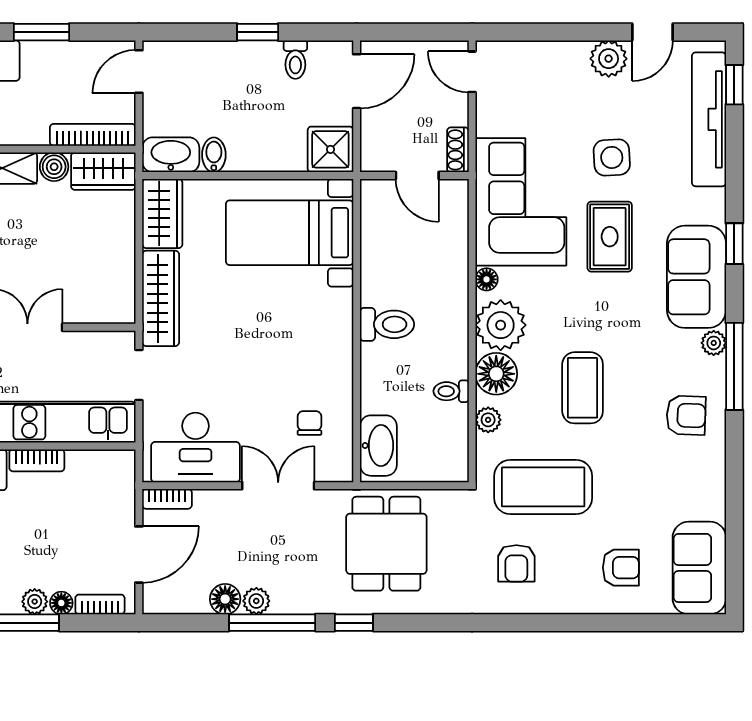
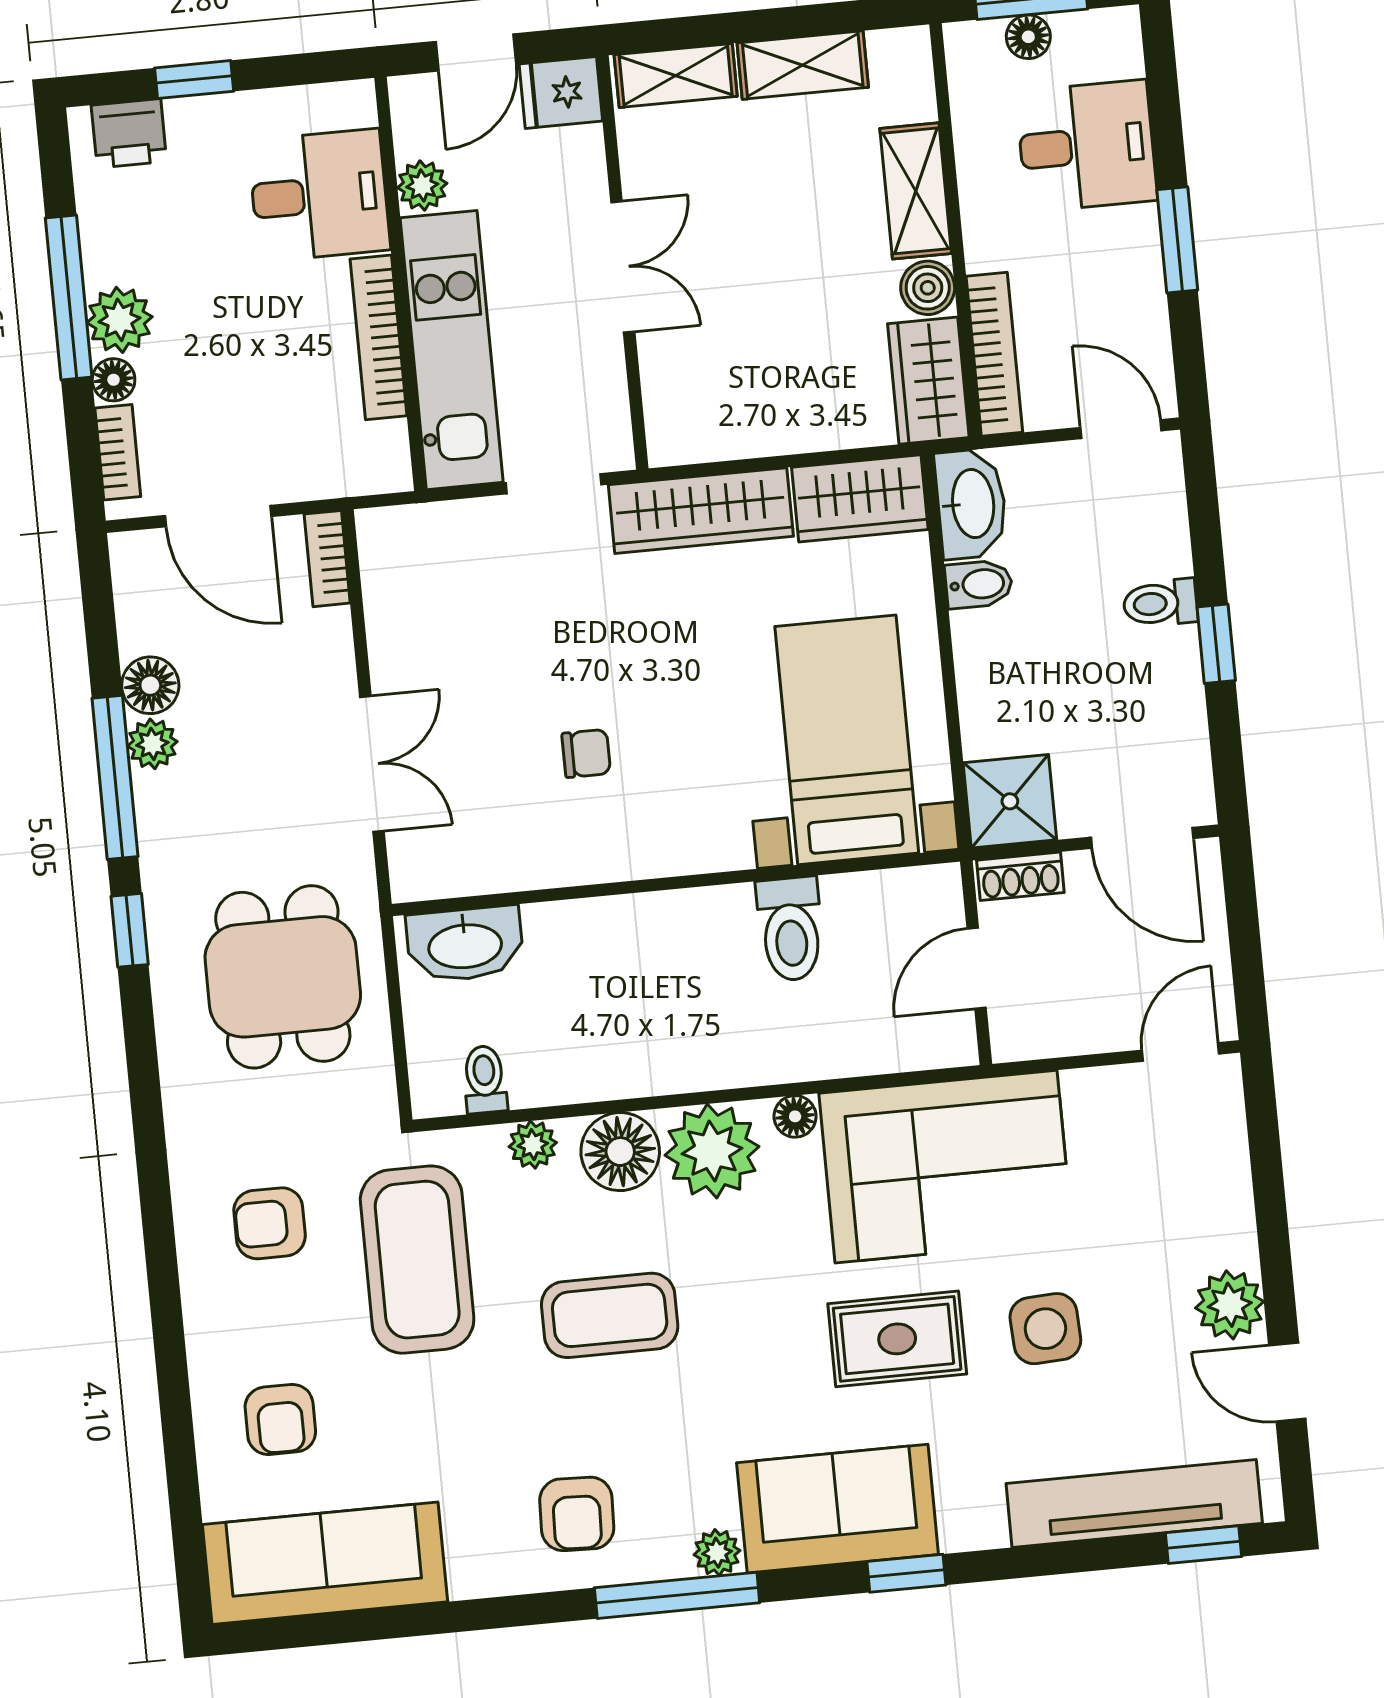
toilet: (295, 60) -> (1160, 603), moved
shoe rack: (458, 150) -> (1020, 876), moved, turned 180
toilet: (387, 324) -> (790, 929), moved
toilet: (451, 391) -> (485, 1079), moved
chair: (310, 423) -> (586, 753), moved
desk: (196, 447) -> (428, 603), removed
bookcase: (37, 460) -> (379, 337), width x1.56
dining table: (386, 544) -> (283, 977), turned 90
sofa: (699, 568) -> (325, 1563), width x1.36
plant: (35, 602) -> (119, 320), width x1.38, depth x1.38

